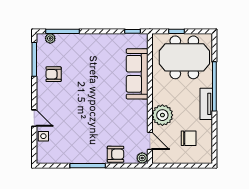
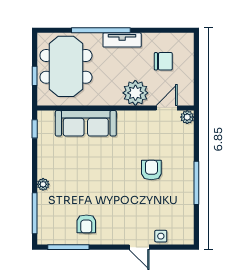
plant: (50, 38) -> (43, 184), moved
door: (34, 118) -> (139, 247), swing flipped
chair: (189, 138) -> (163, 61), turned 90
armchair: (116, 154) -> (151, 170), moved

